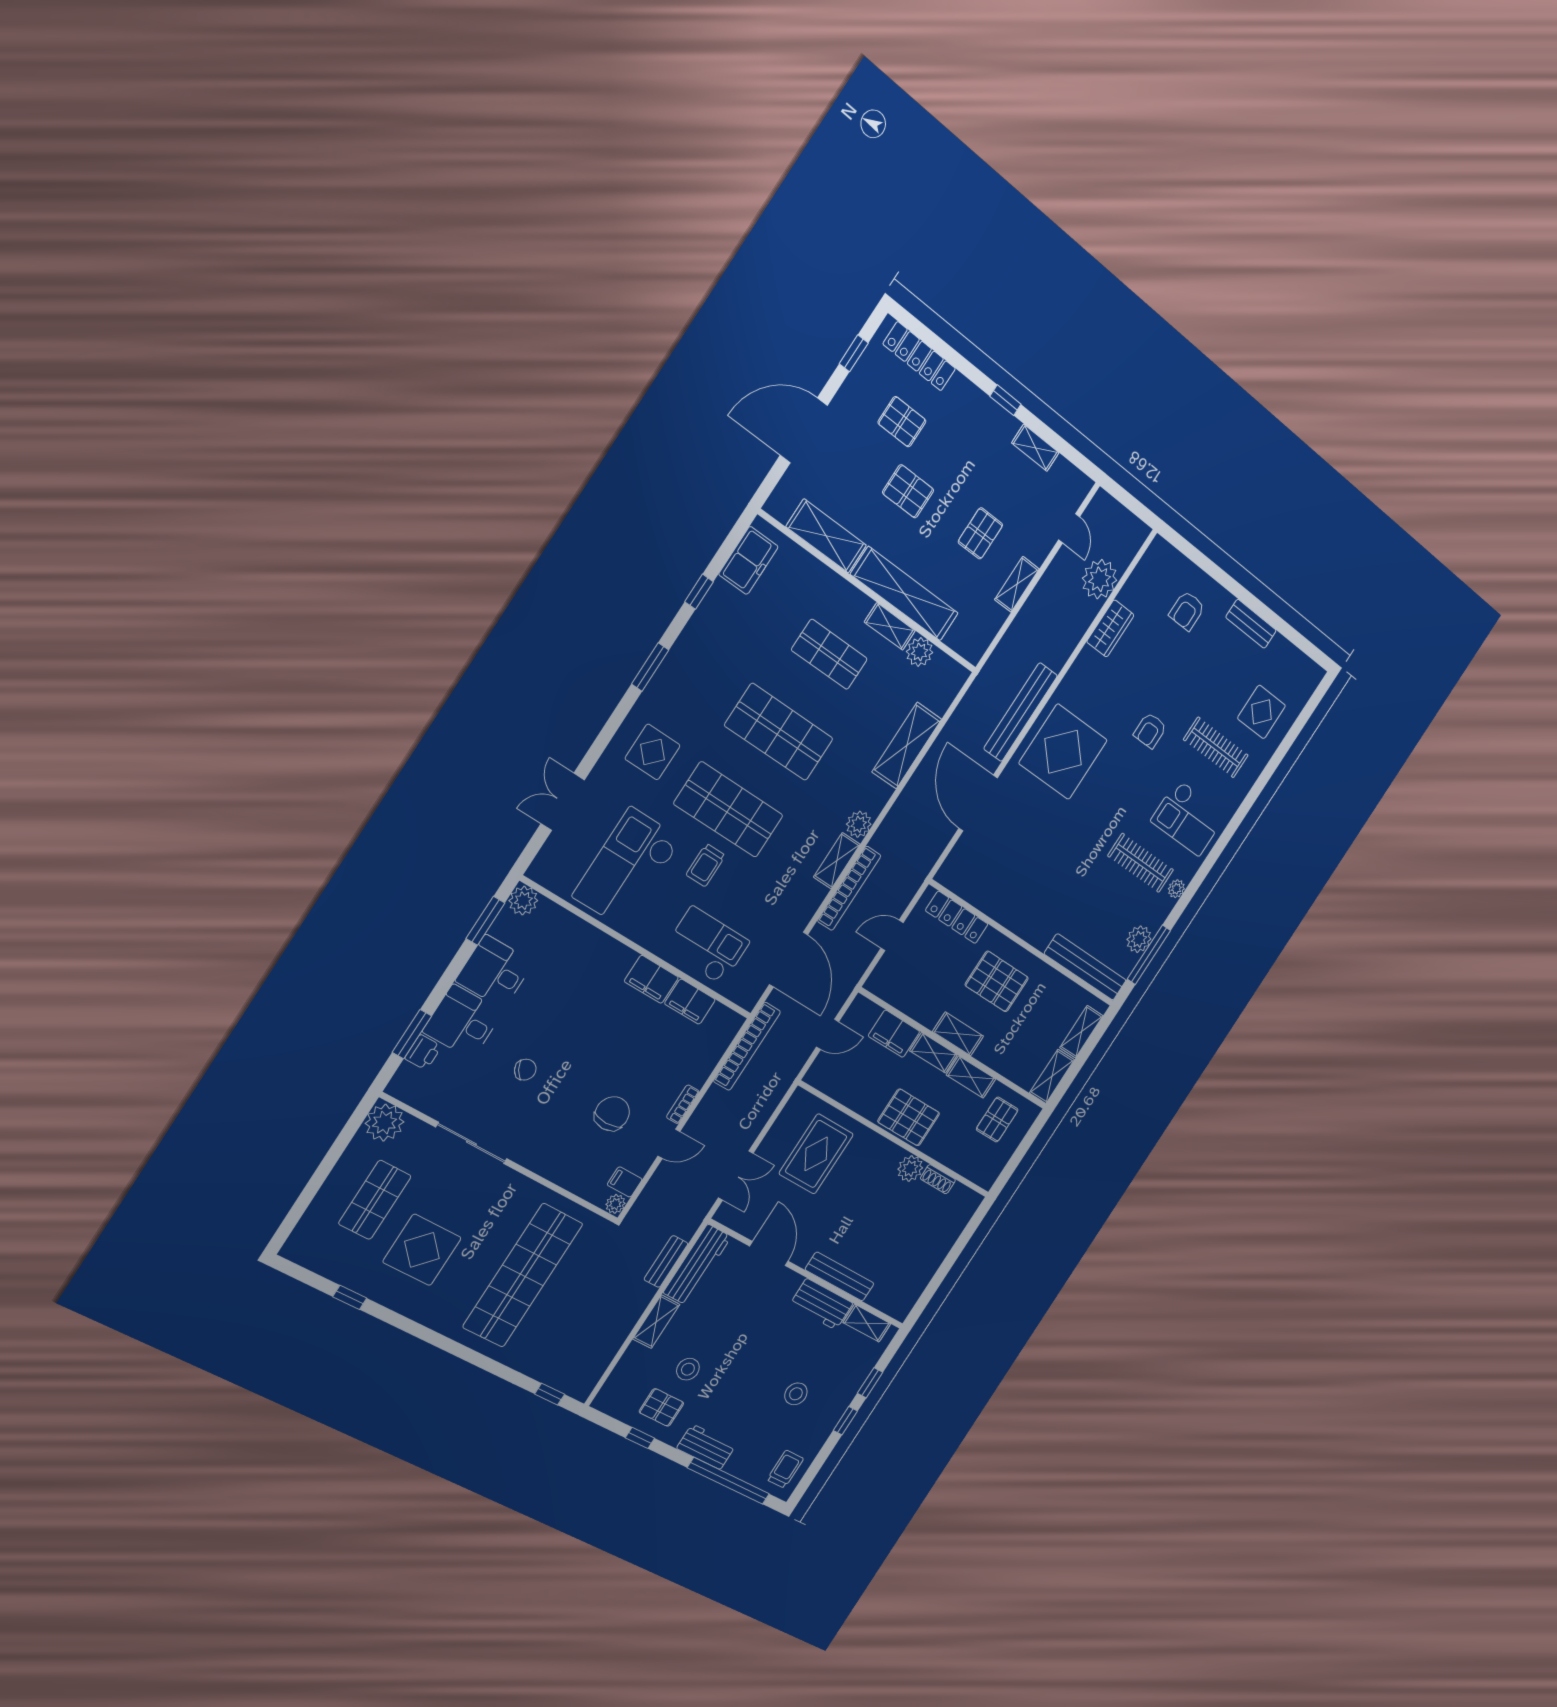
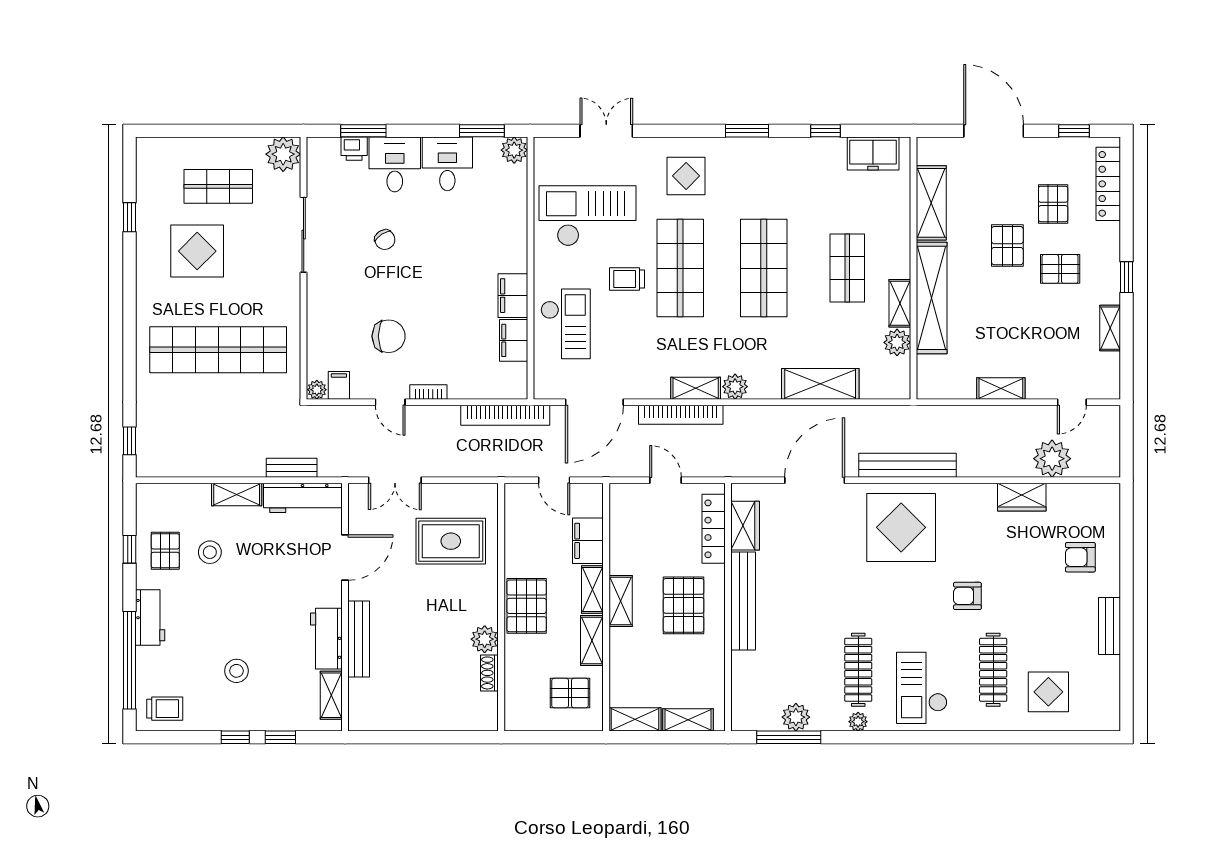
pallet: (980, 533) -> (1060, 269), moved
wardrobe: (972, 888) -> (745, 526), added
bench: (1085, 967) -> (743, 601), moved

